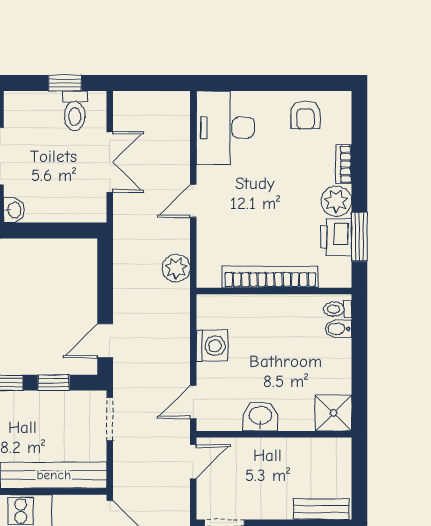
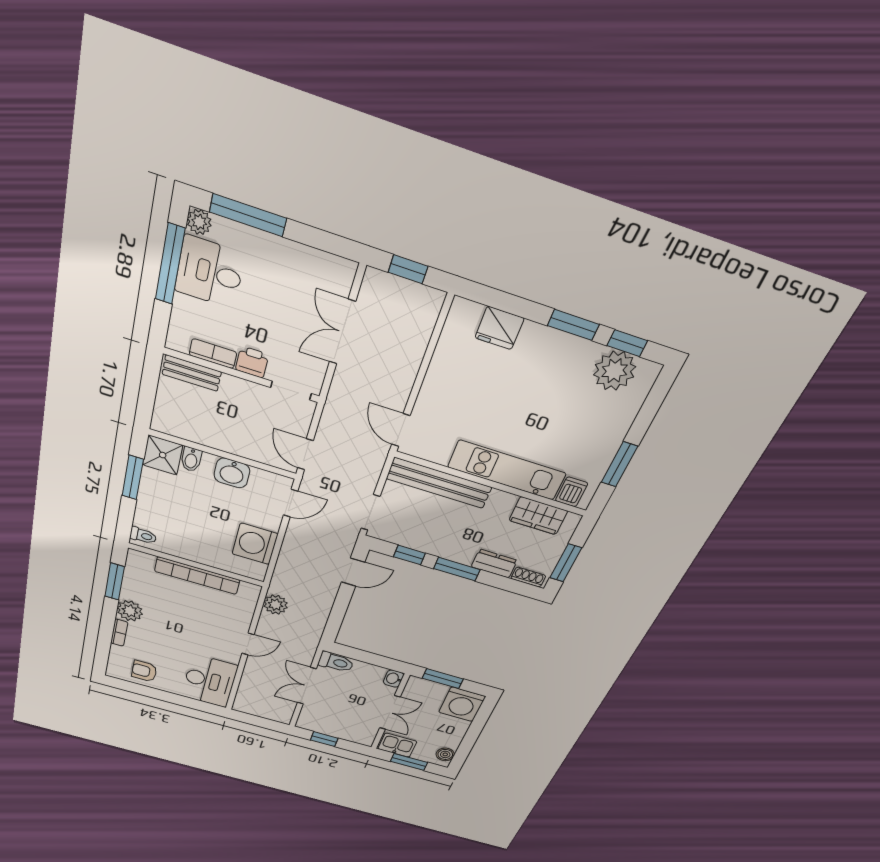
toilet: (75, 111) -> (336, 662), moved, turned 90
armchair: (305, 115) -> (144, 671), turned -90
printer: (336, 237) -> (135, 587), removed
bidet: (338, 329) -> (191, 459), moved, turned 90
washing machine: (212, 346) -> (255, 544), width x1.37, depth x1.37
window: (359, 377) -> (133, 477), added
door: (193, 462) -> (305, 454), hinge flipped

